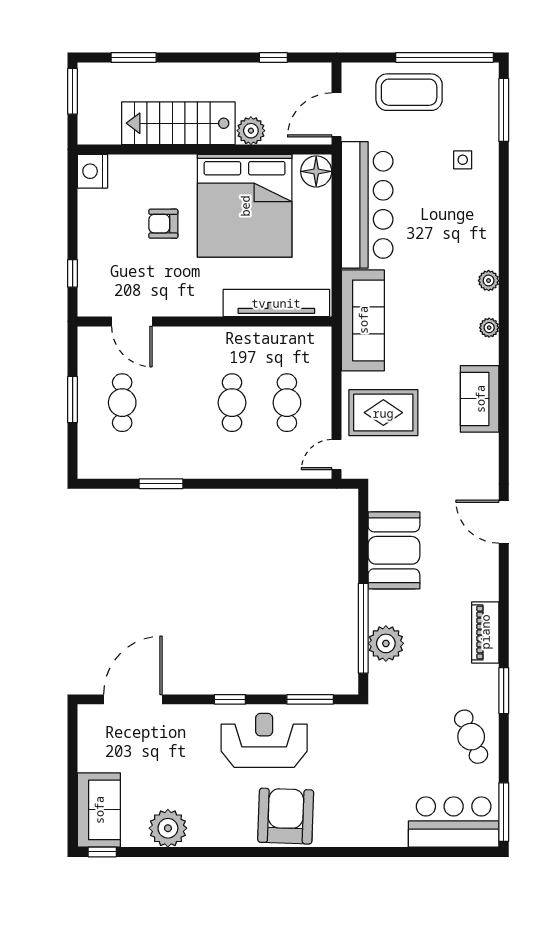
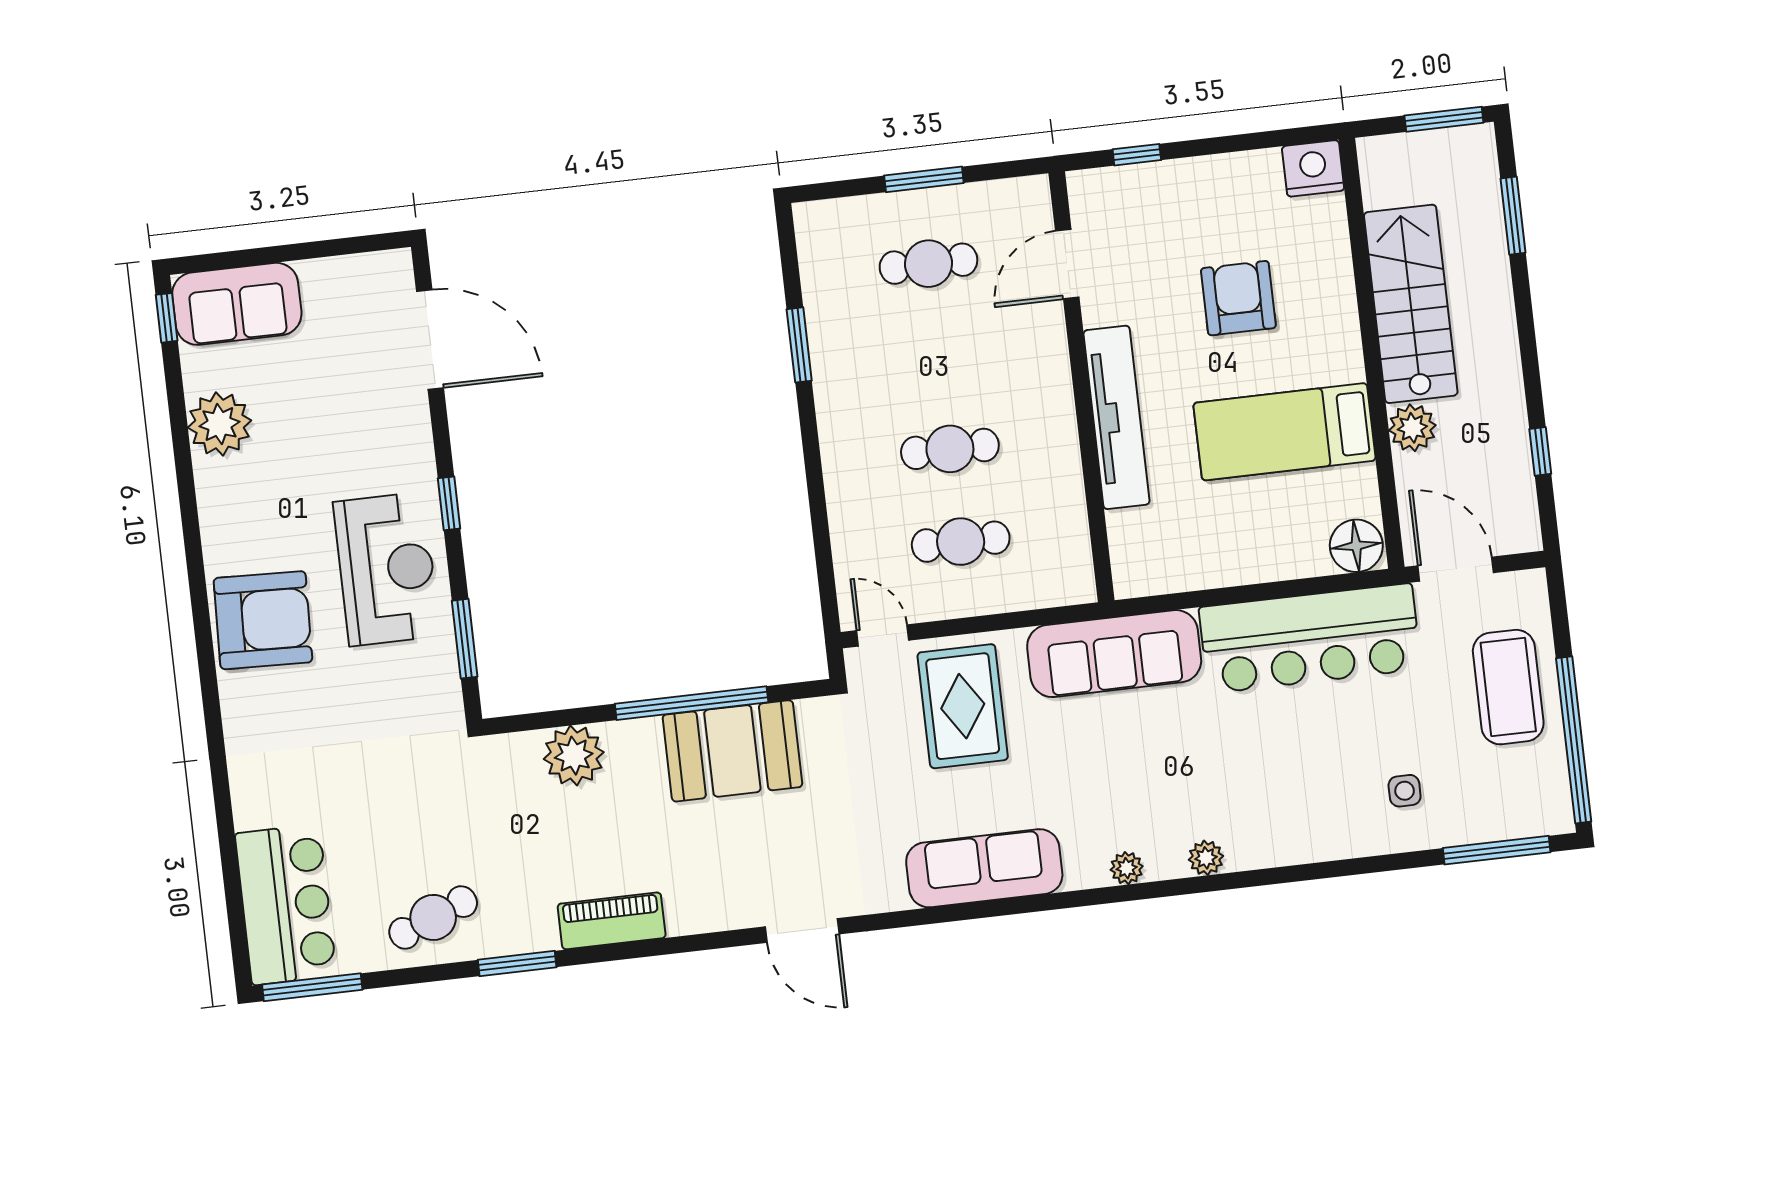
bed: (245, 206) -> (1284, 432), width x0.49
armchair: (163, 224) -> (1238, 298), width x1.38, depth x1.38
tv unit: (276, 303) -> (1117, 417), moved
sofa: (480, 399) -> (984, 868), width x1.36
door: (504, 522) -> (802, 930), swing flipped
window: (363, 628) -> (692, 703), moved

